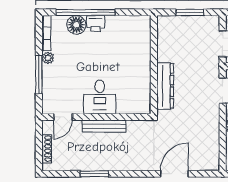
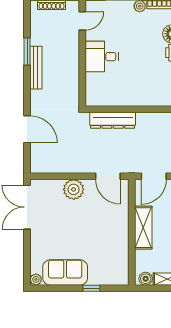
door: (63, 117) -> (82, 21), swing flipped
bench: (104, 126) -> (36, 68), moved

